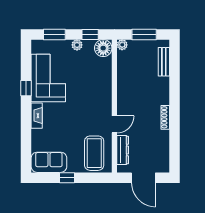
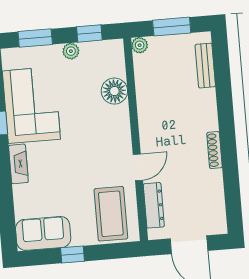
floor lamp: (103, 48) -> (114, 91), moved

